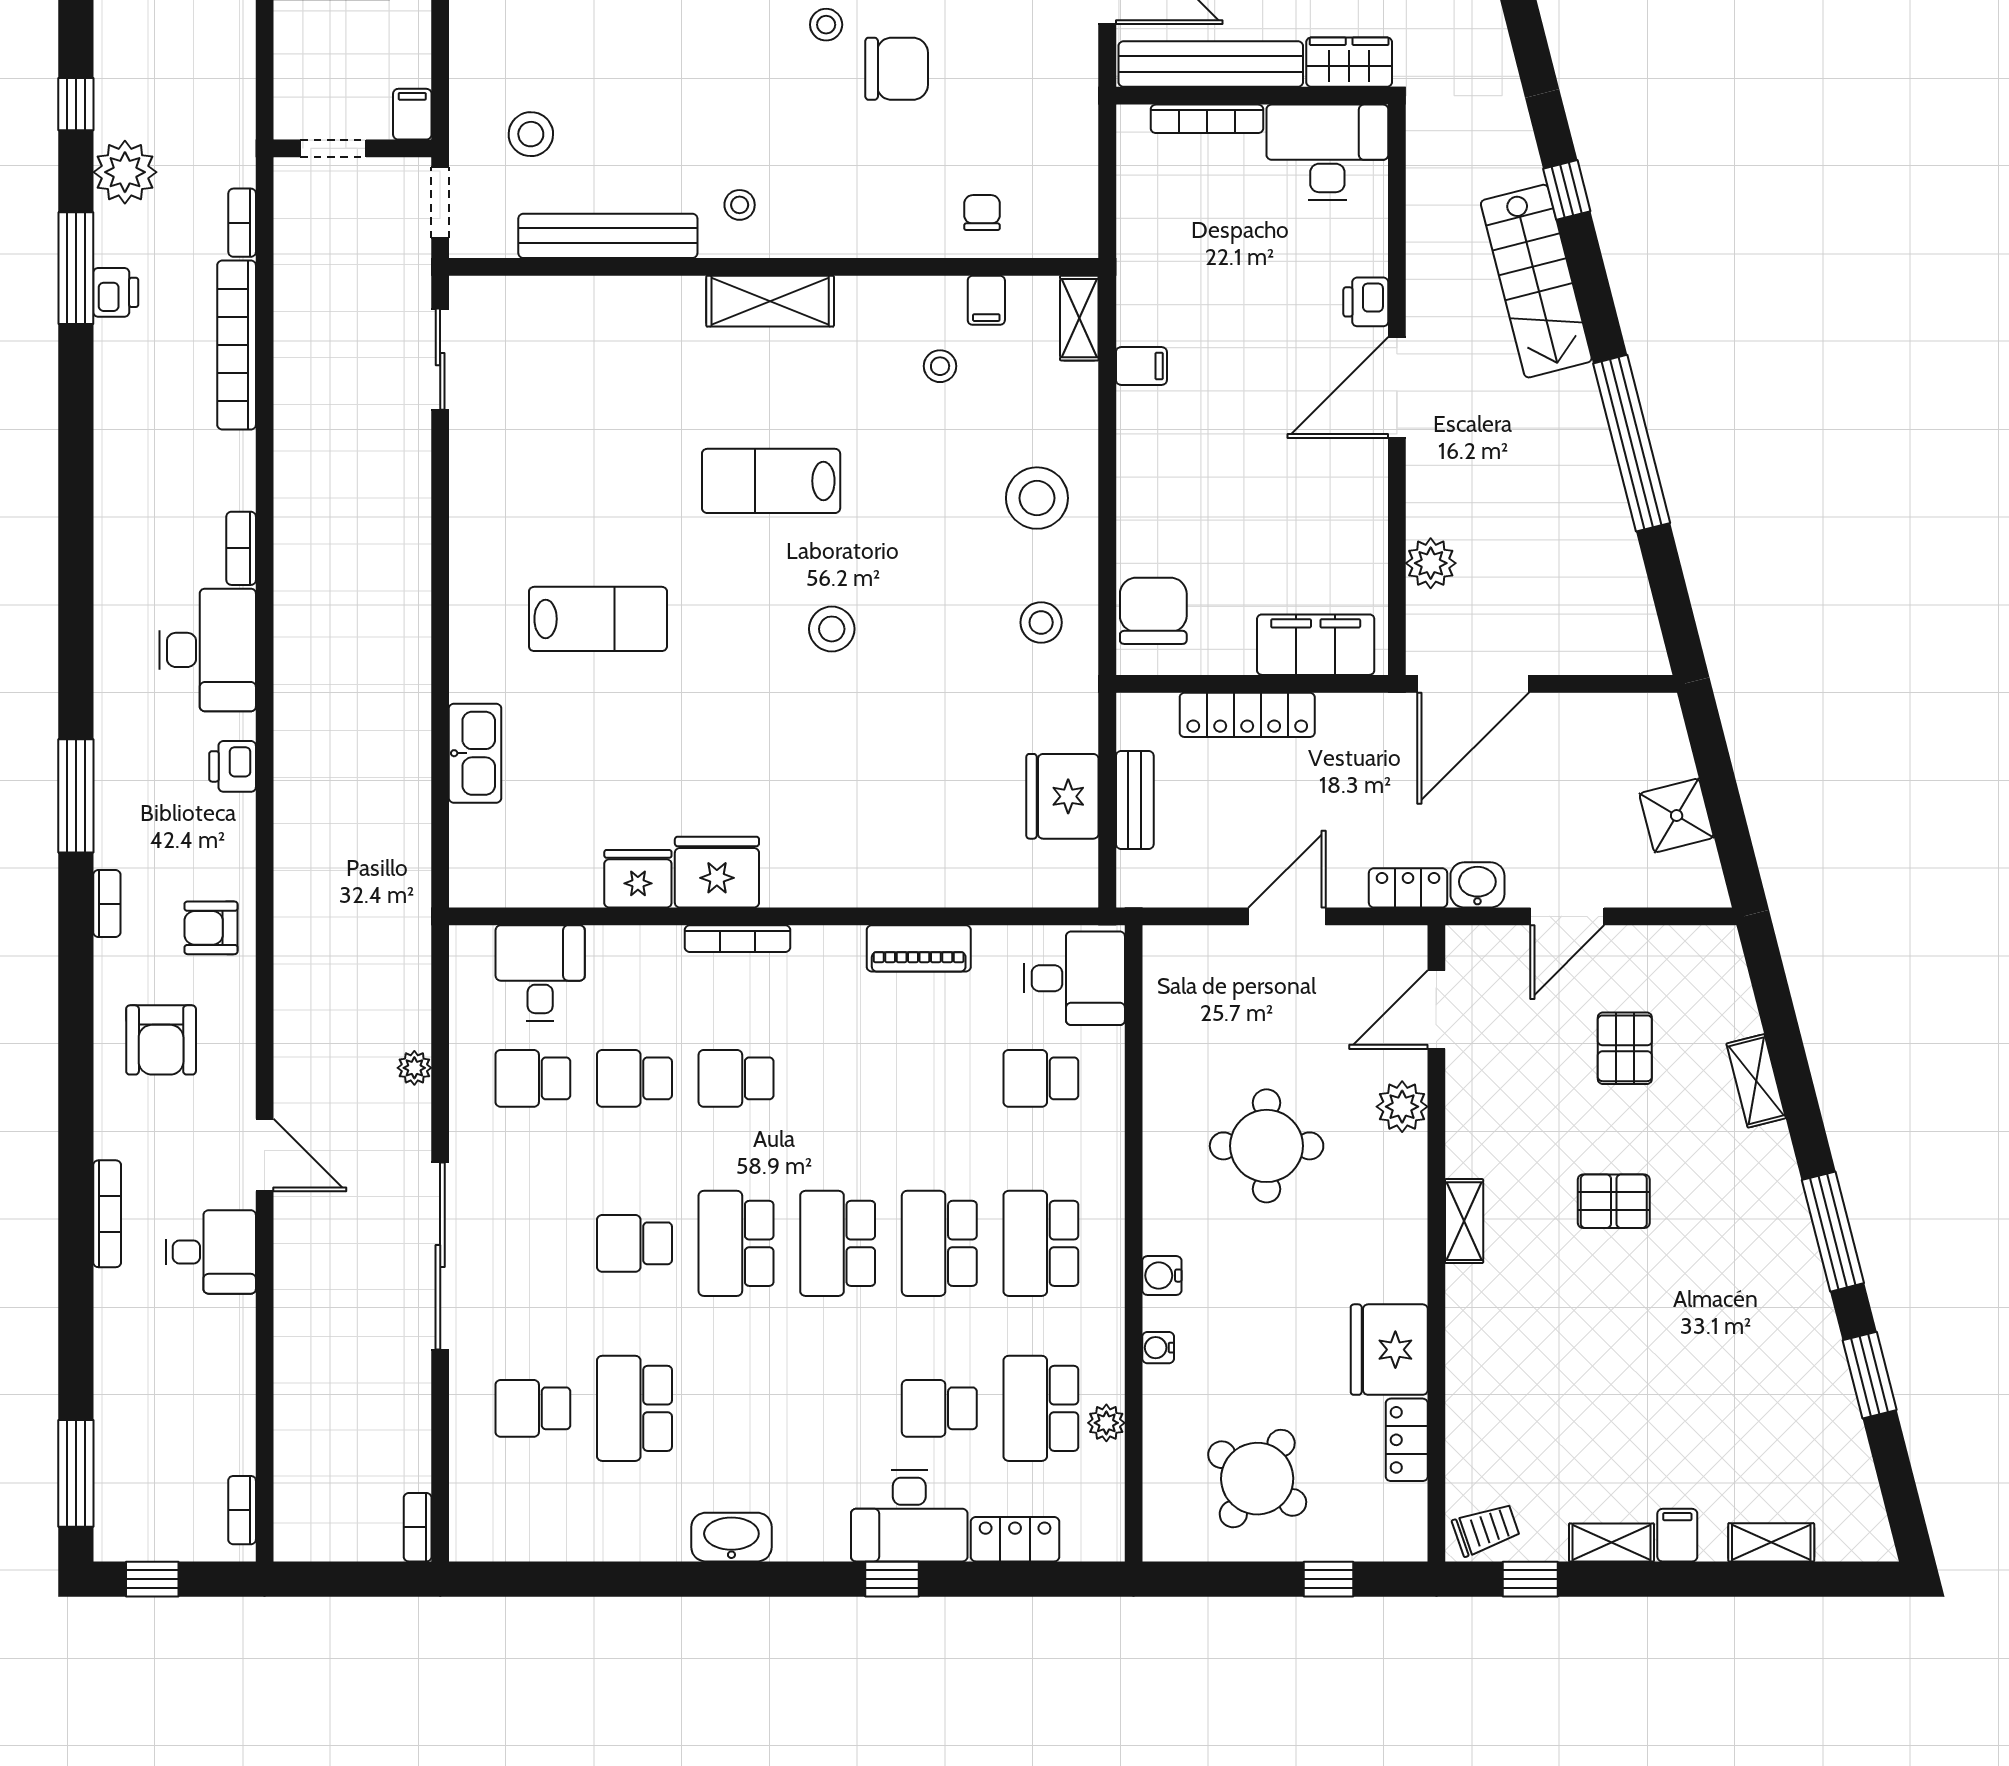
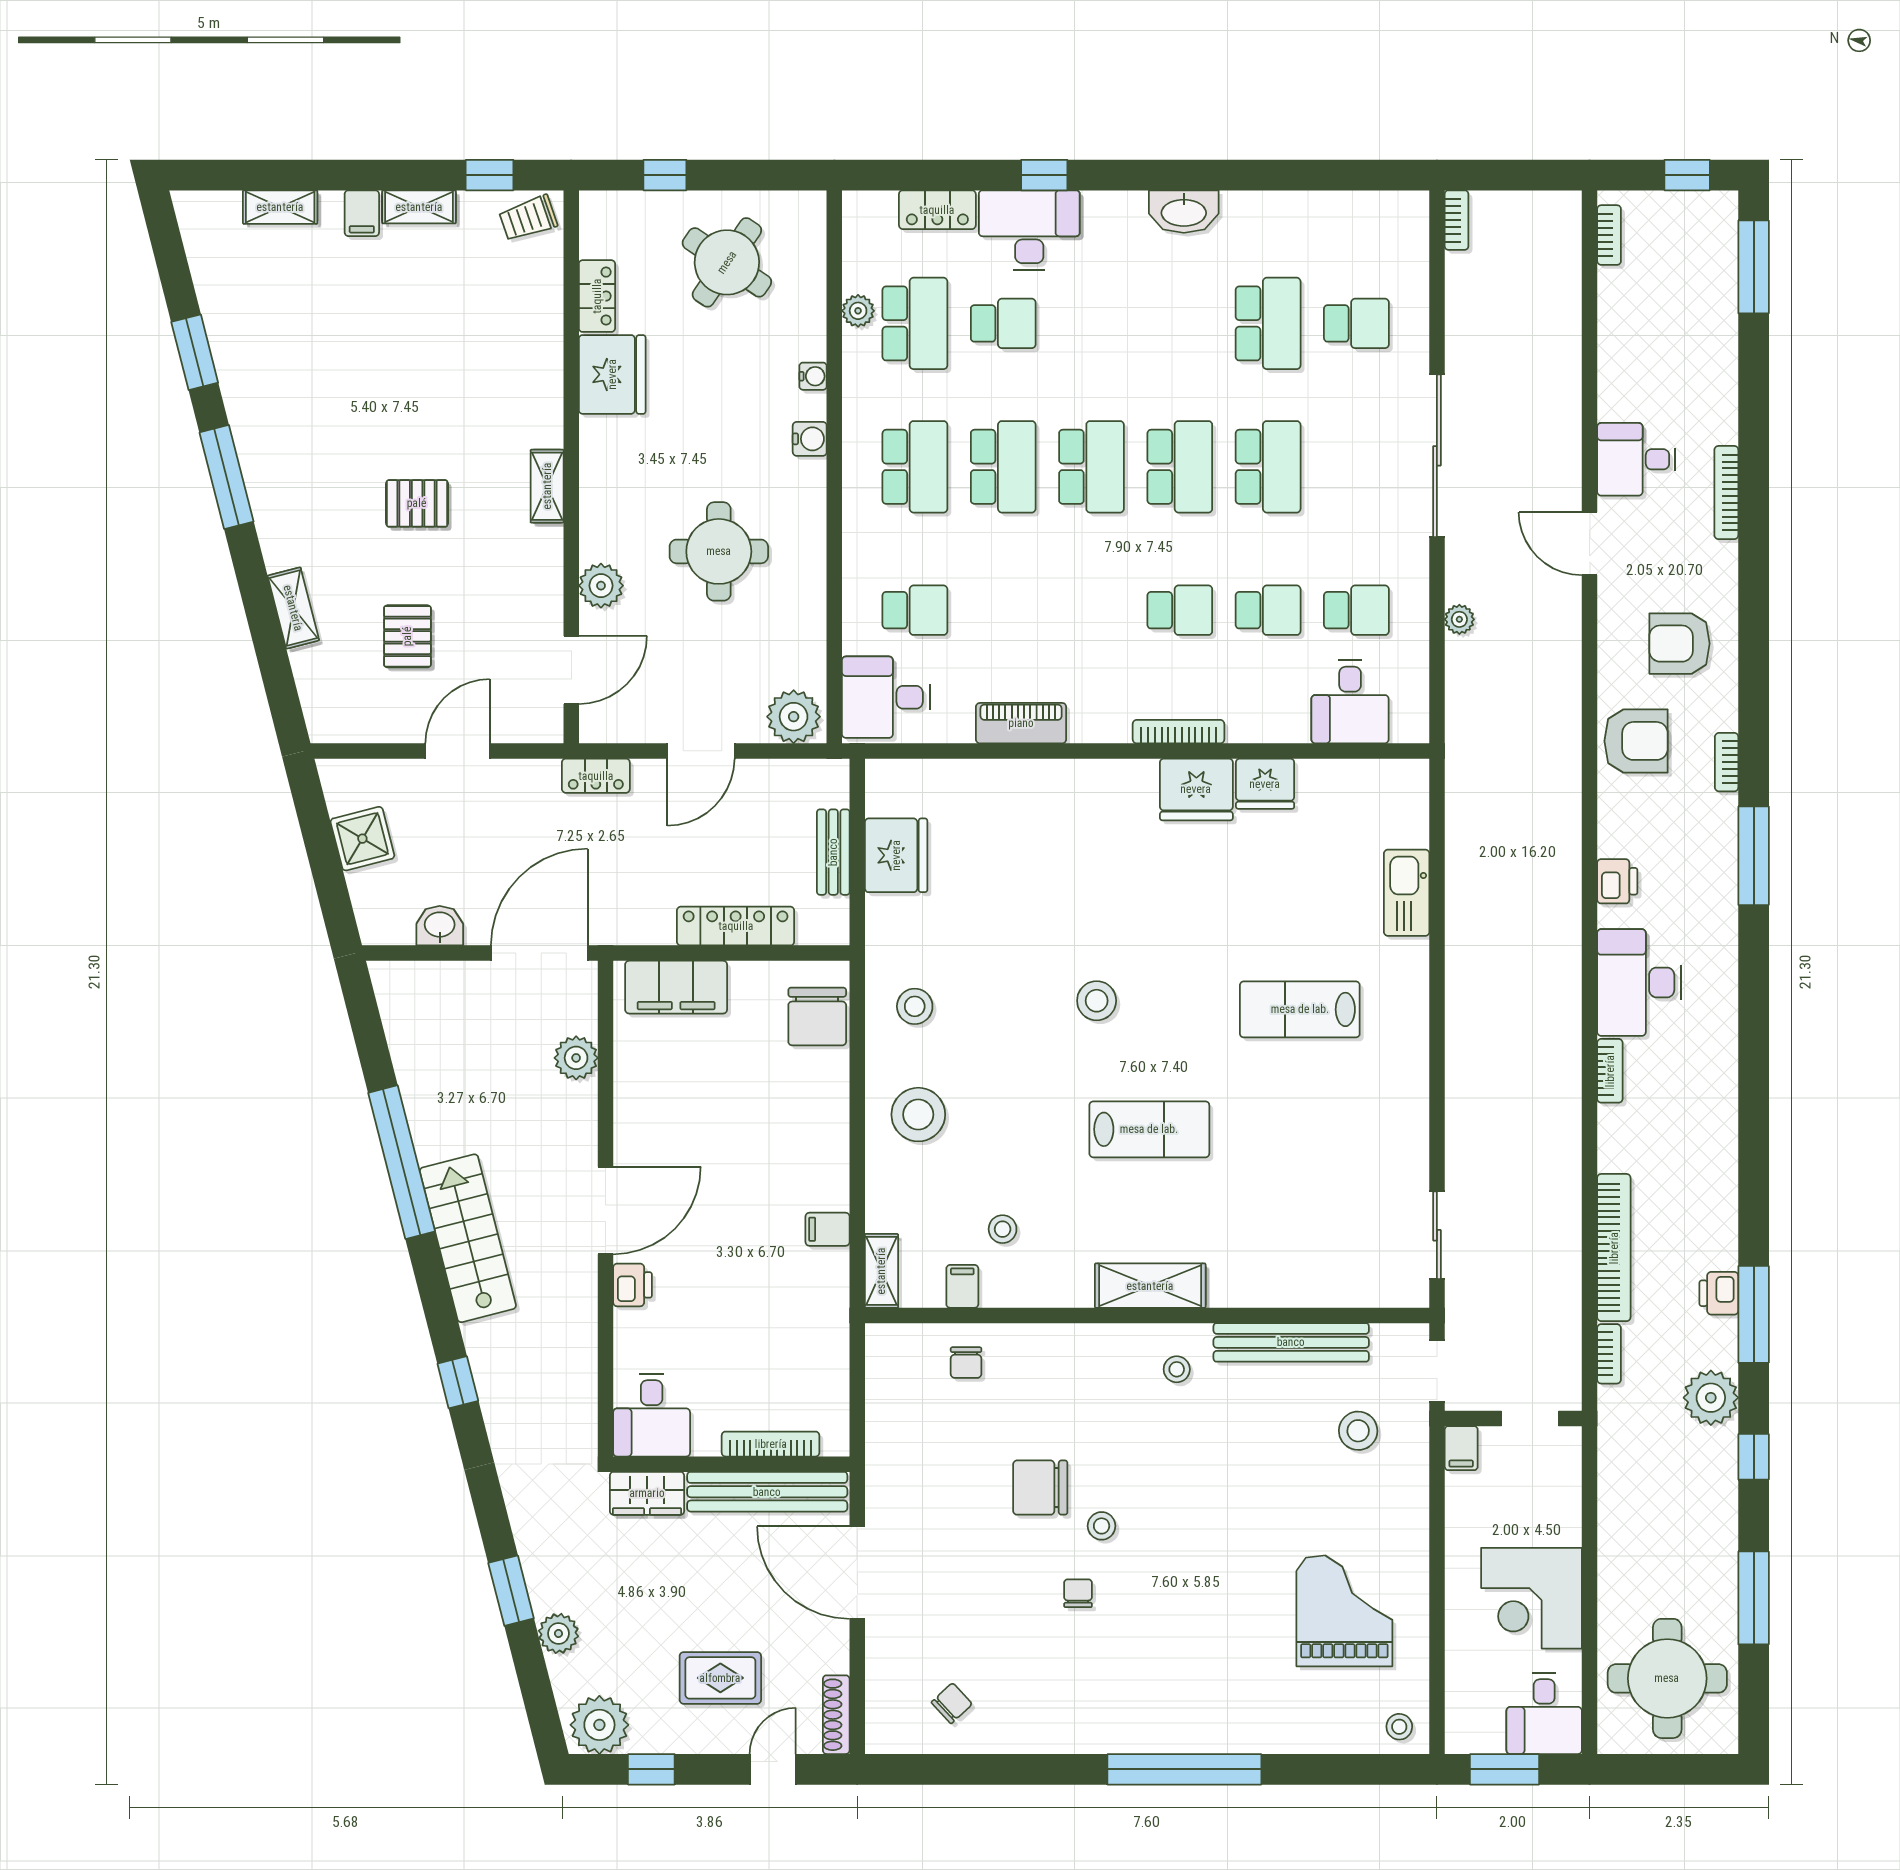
desk: (1327, 152) -> (652, 1415), width x0.73
stairs: (1536, 281) -> (468, 1238), moved
washbasin: (1477, 885) -> (440, 926), moved, turned 180
armchair: (211, 928) -> (1636, 741), width x1.38, depth x1.38
plant: (1180, 956) -> (794, 717), added
armchair: (161, 1040) -> (1680, 644), turned -90
school desk: (634, 1243) -> (1268, 467), width x1.85

